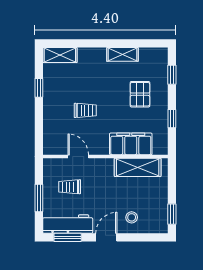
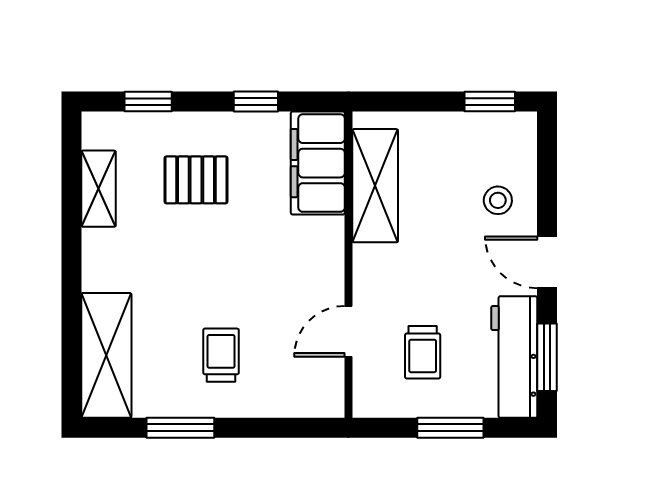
shelving: (122, 54) -> (98, 189), moved
shelving: (60, 55) -> (106, 355), width x1.50, depth x1.33
window: (39, 88) -> (180, 428), width x1.50
trolley: (85, 110) -> (221, 355), moved
filing cabinet: (131, 144) -> (318, 163), moved

